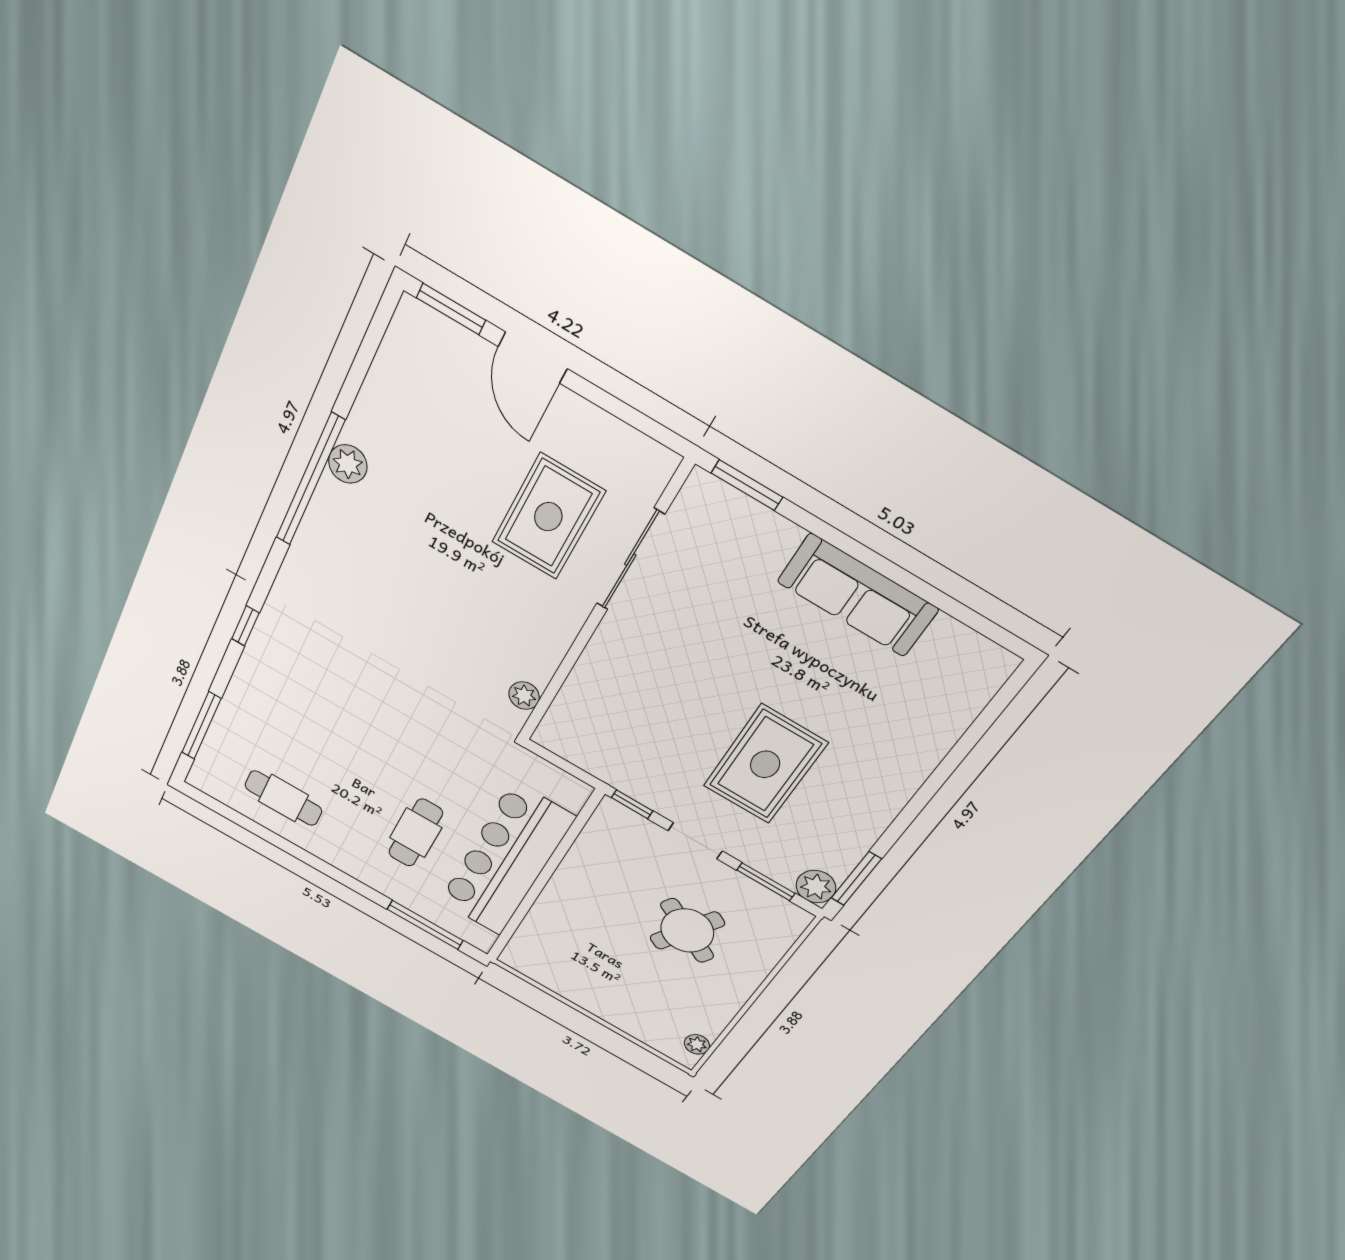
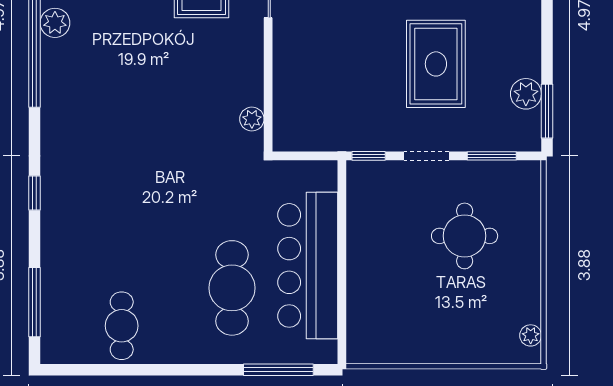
cafe table: (283, 798) -> (122, 326), turned 90
cafe table: (416, 833) -> (232, 288), width x1.37, depth x1.35
plant: (816, 887) -> (526, 94), moved
round table: (687, 931) -> (465, 236), turned -30

